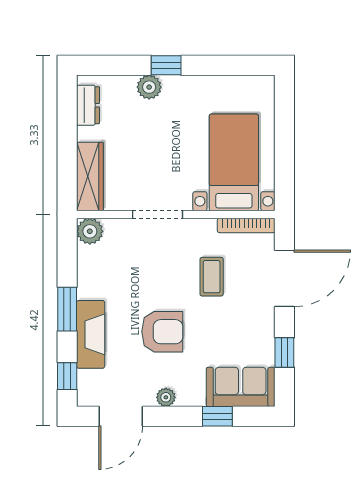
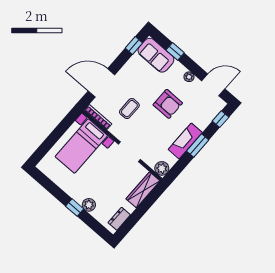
armchair: (162, 332) -> (168, 104), turned 180
fireplace: (91, 334) -> (185, 141), moved
window: (284, 353) -> (134, 46), moved

